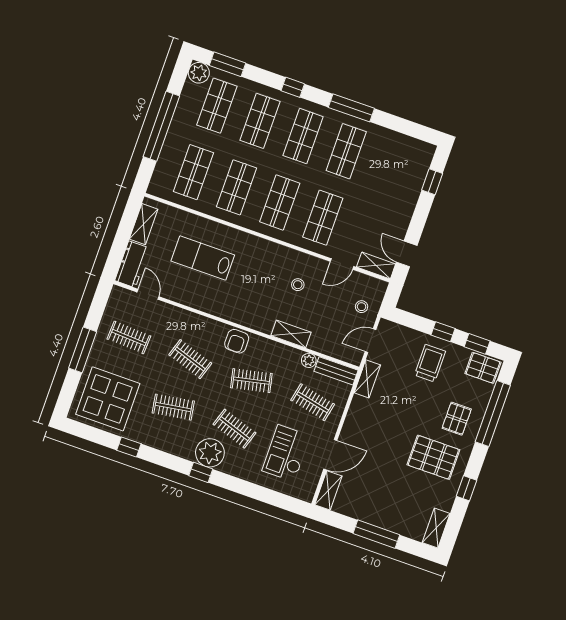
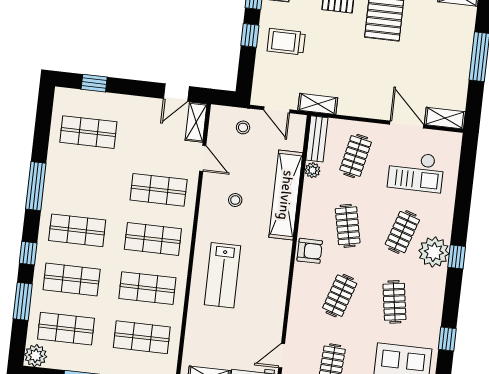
window: (228, 64) -> (23, 301), moved
shop shelf: (346, 151) -> (88, 132), moved
lab bench: (203, 258) -> (223, 275), moved
shelving: (291, 334) -> (286, 195), width x2.20, depth x1.33

